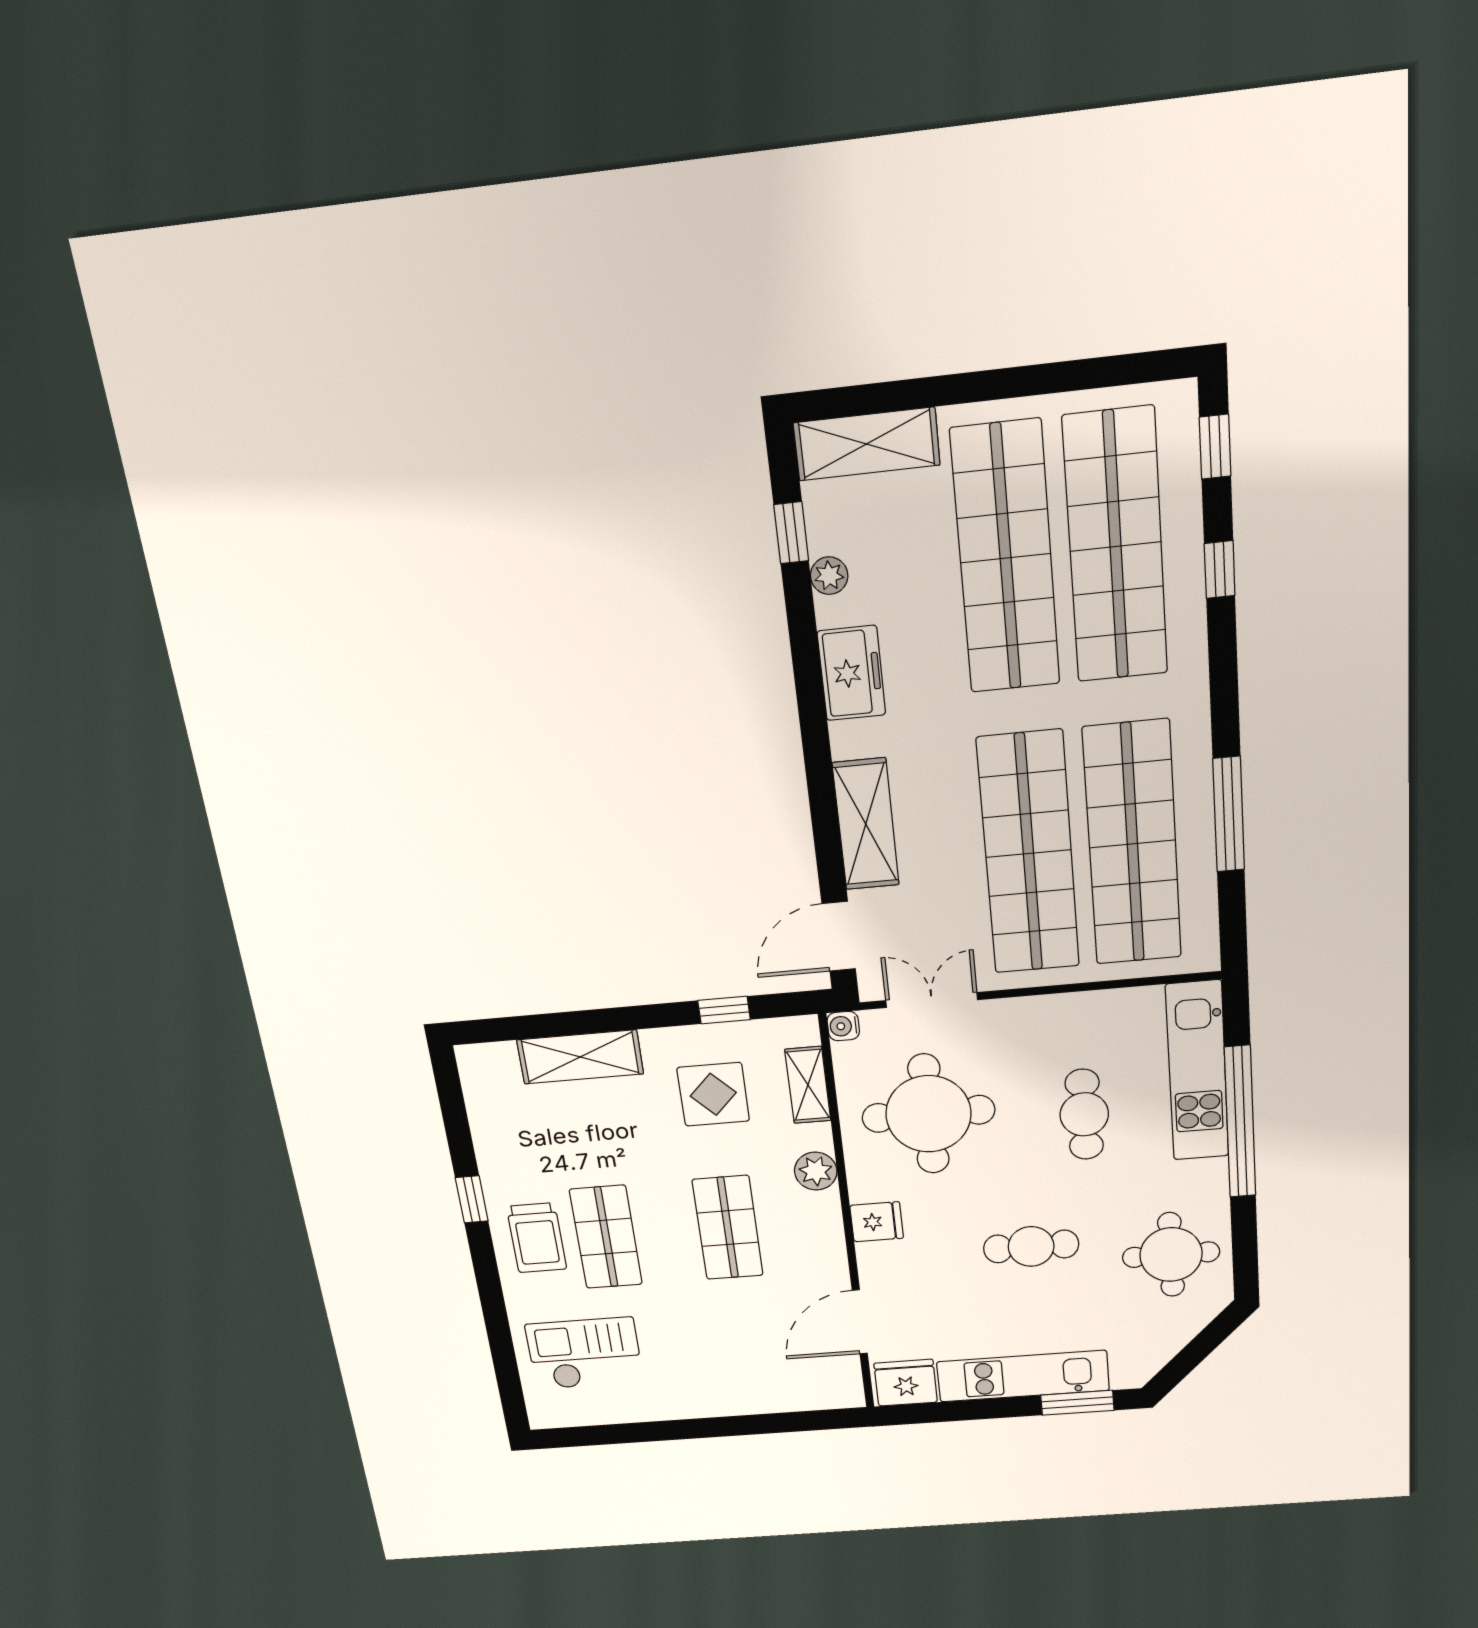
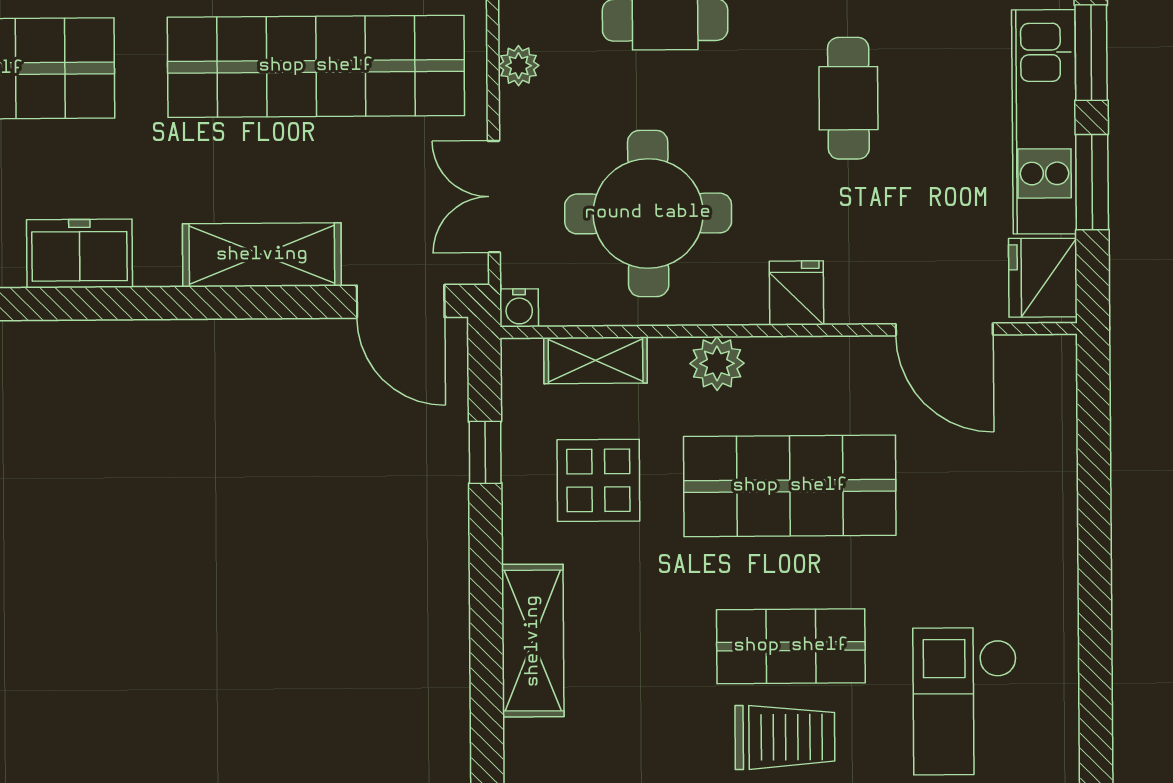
plant: (1040, 1010) -> (519, 66), added
shop shelf: (728, 1228) -> (790, 486), width x1.43, depth x1.36
window: (980, 1409) -> (1092, 182), added

